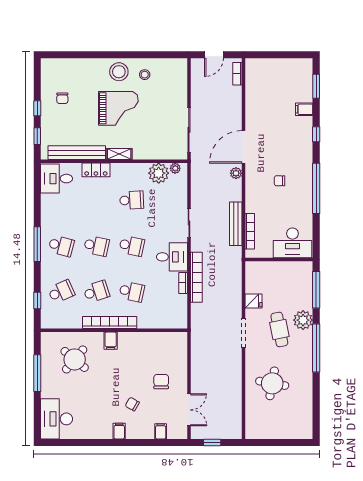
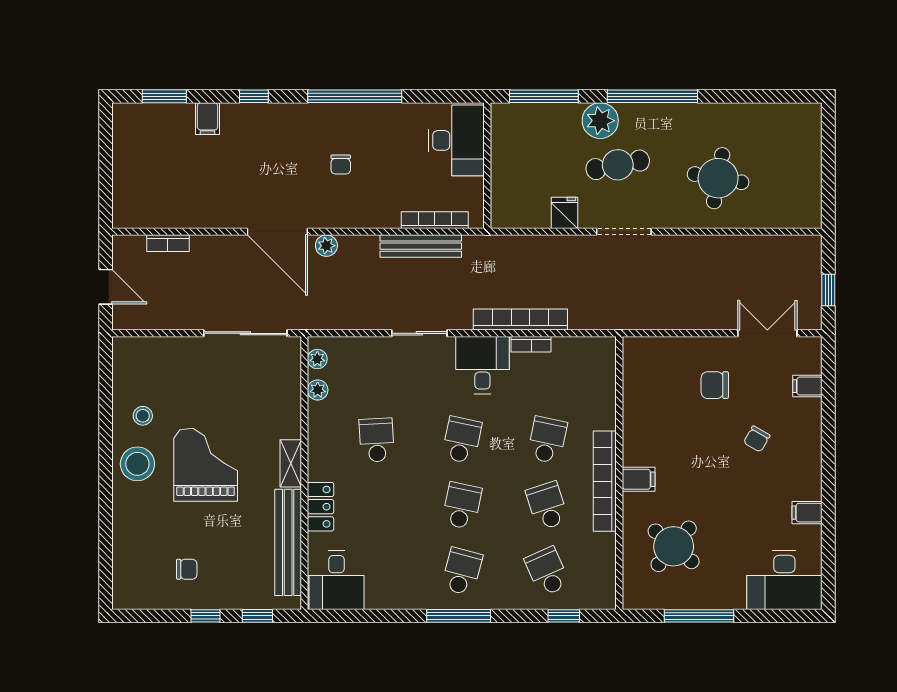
bookcase: (237, 74) -> (168, 243), moved
plant: (159, 173) -> (318, 390), width x0.53, depth x0.53
filing cabinet: (119, 431) -> (807, 513), moved

